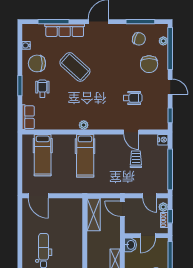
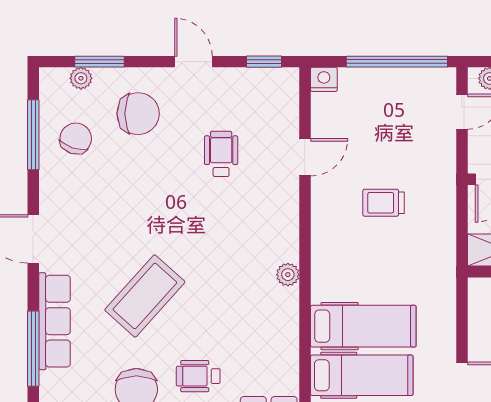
window: (170, 49) -> (100, 62), width x0.47
door: (170, 87) -> (193, 62), hinge flipped
hospital bed: (85, 156) -> (363, 326), moved
trolley: (136, 159) -> (384, 203), moved

